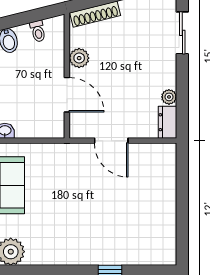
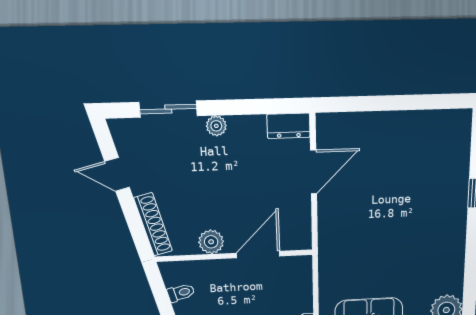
plant: (169, 97) -> (216, 126), moved
door: (111, 141) -> (314, 172), moved

